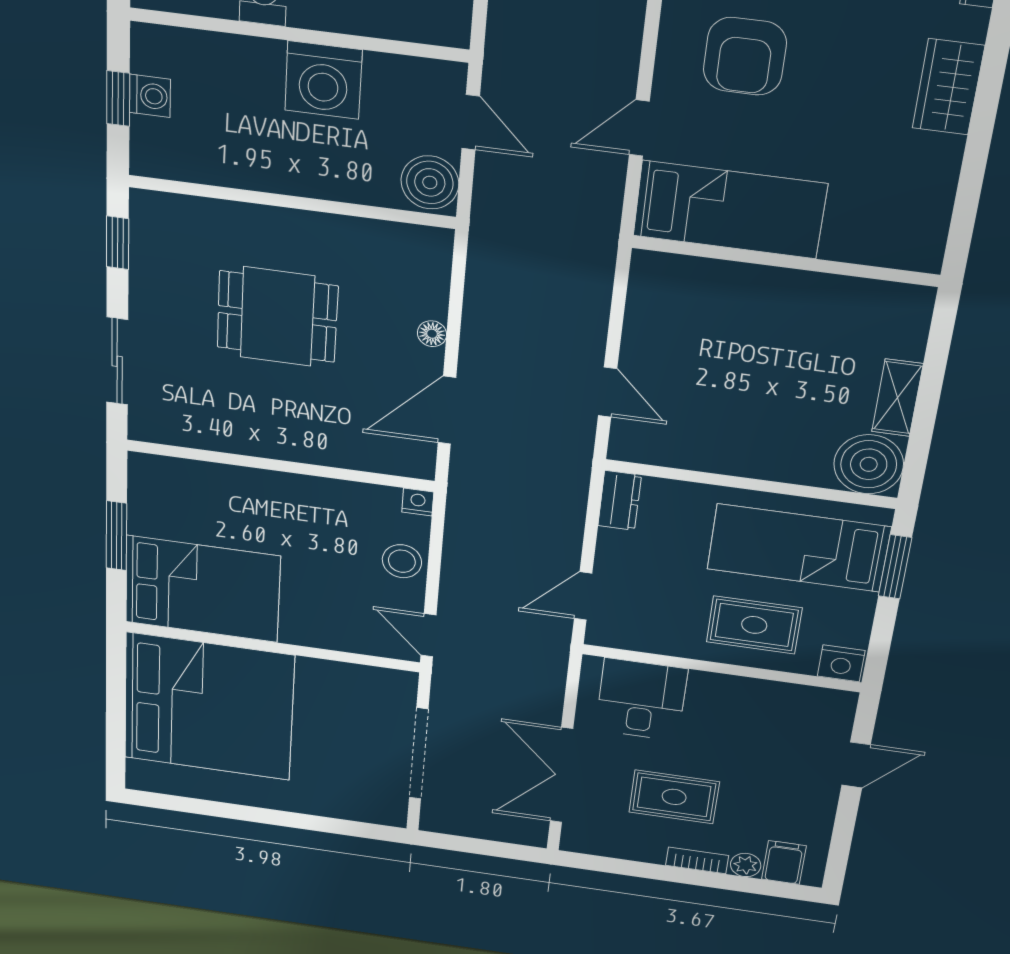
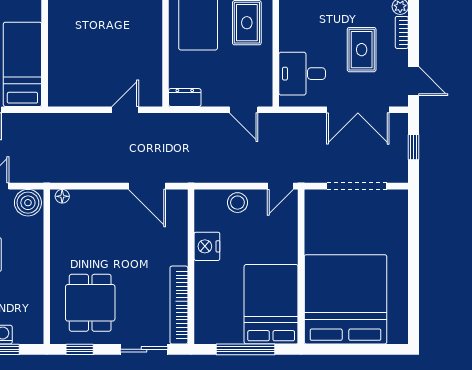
dining table: (277, 317) -> (90, 303), moved
floor lamp: (432, 334) -> (62, 196), moved
bookcase: (205, 435) -> (179, 305), added
nightstand: (418, 502) -> (207, 246), moved, width x1.89, depth x1.79
window: (116, 536) -> (246, 349), width x1.44
window: (483, 847) -> (414, 147), added
door: (604, 864) -> (414, 81), added

